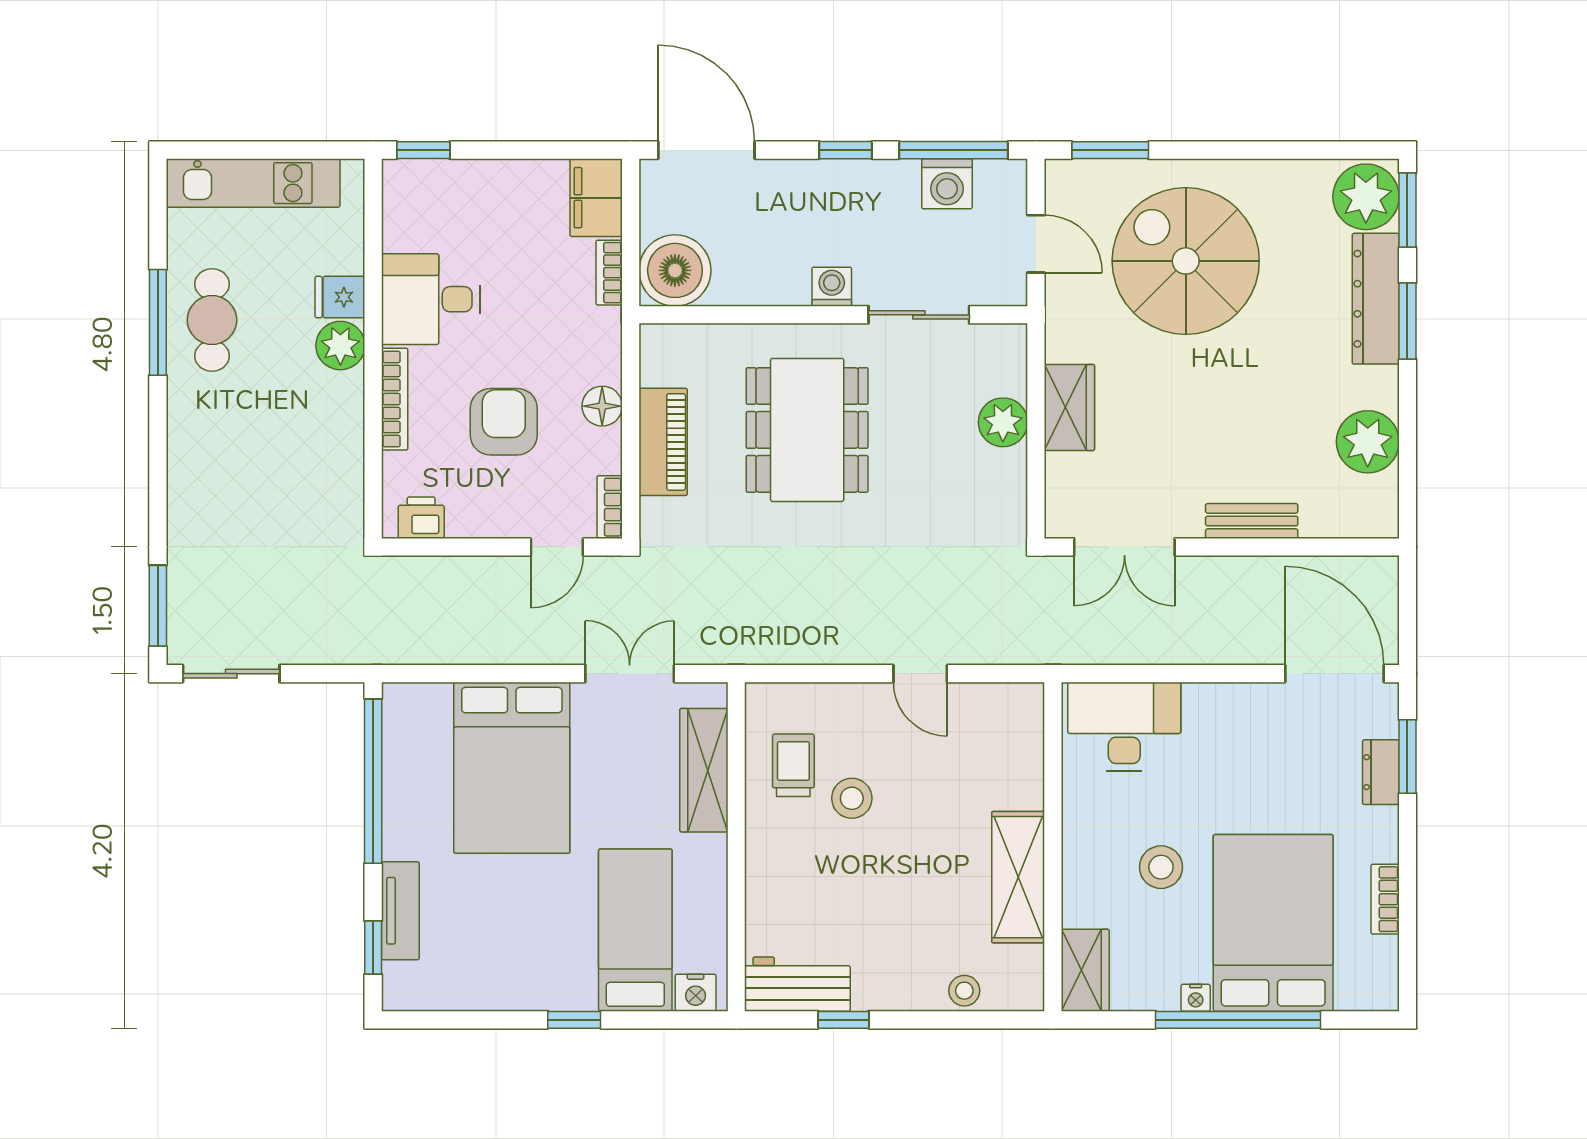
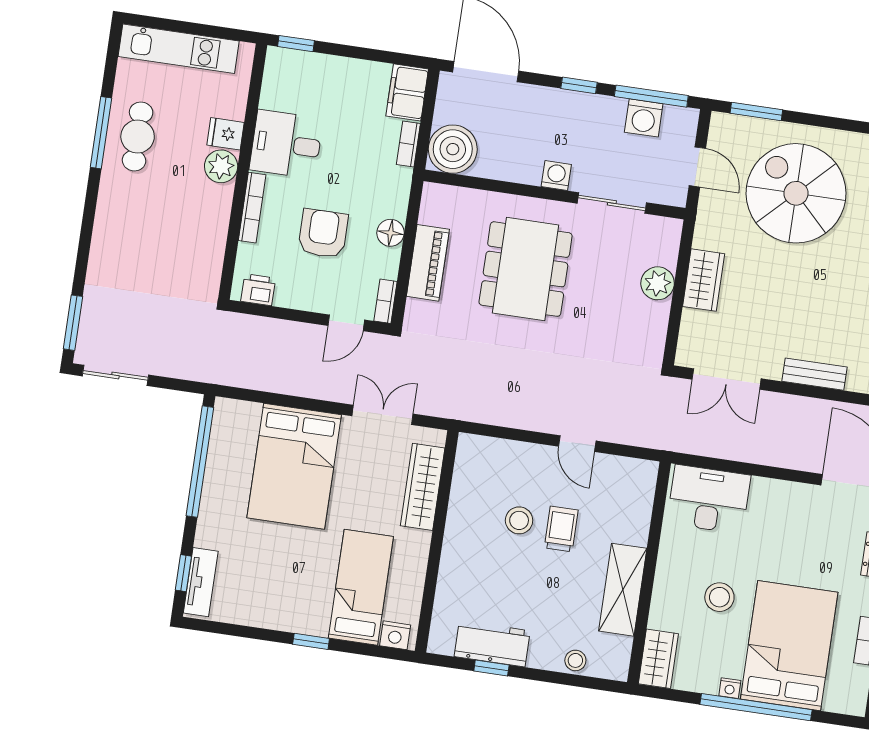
trolley: (793, 765) -> (561, 529), moved
tv unit: (400, 911) -> (201, 582), moved
workbench: (797, 984) -> (492, 644), moved

